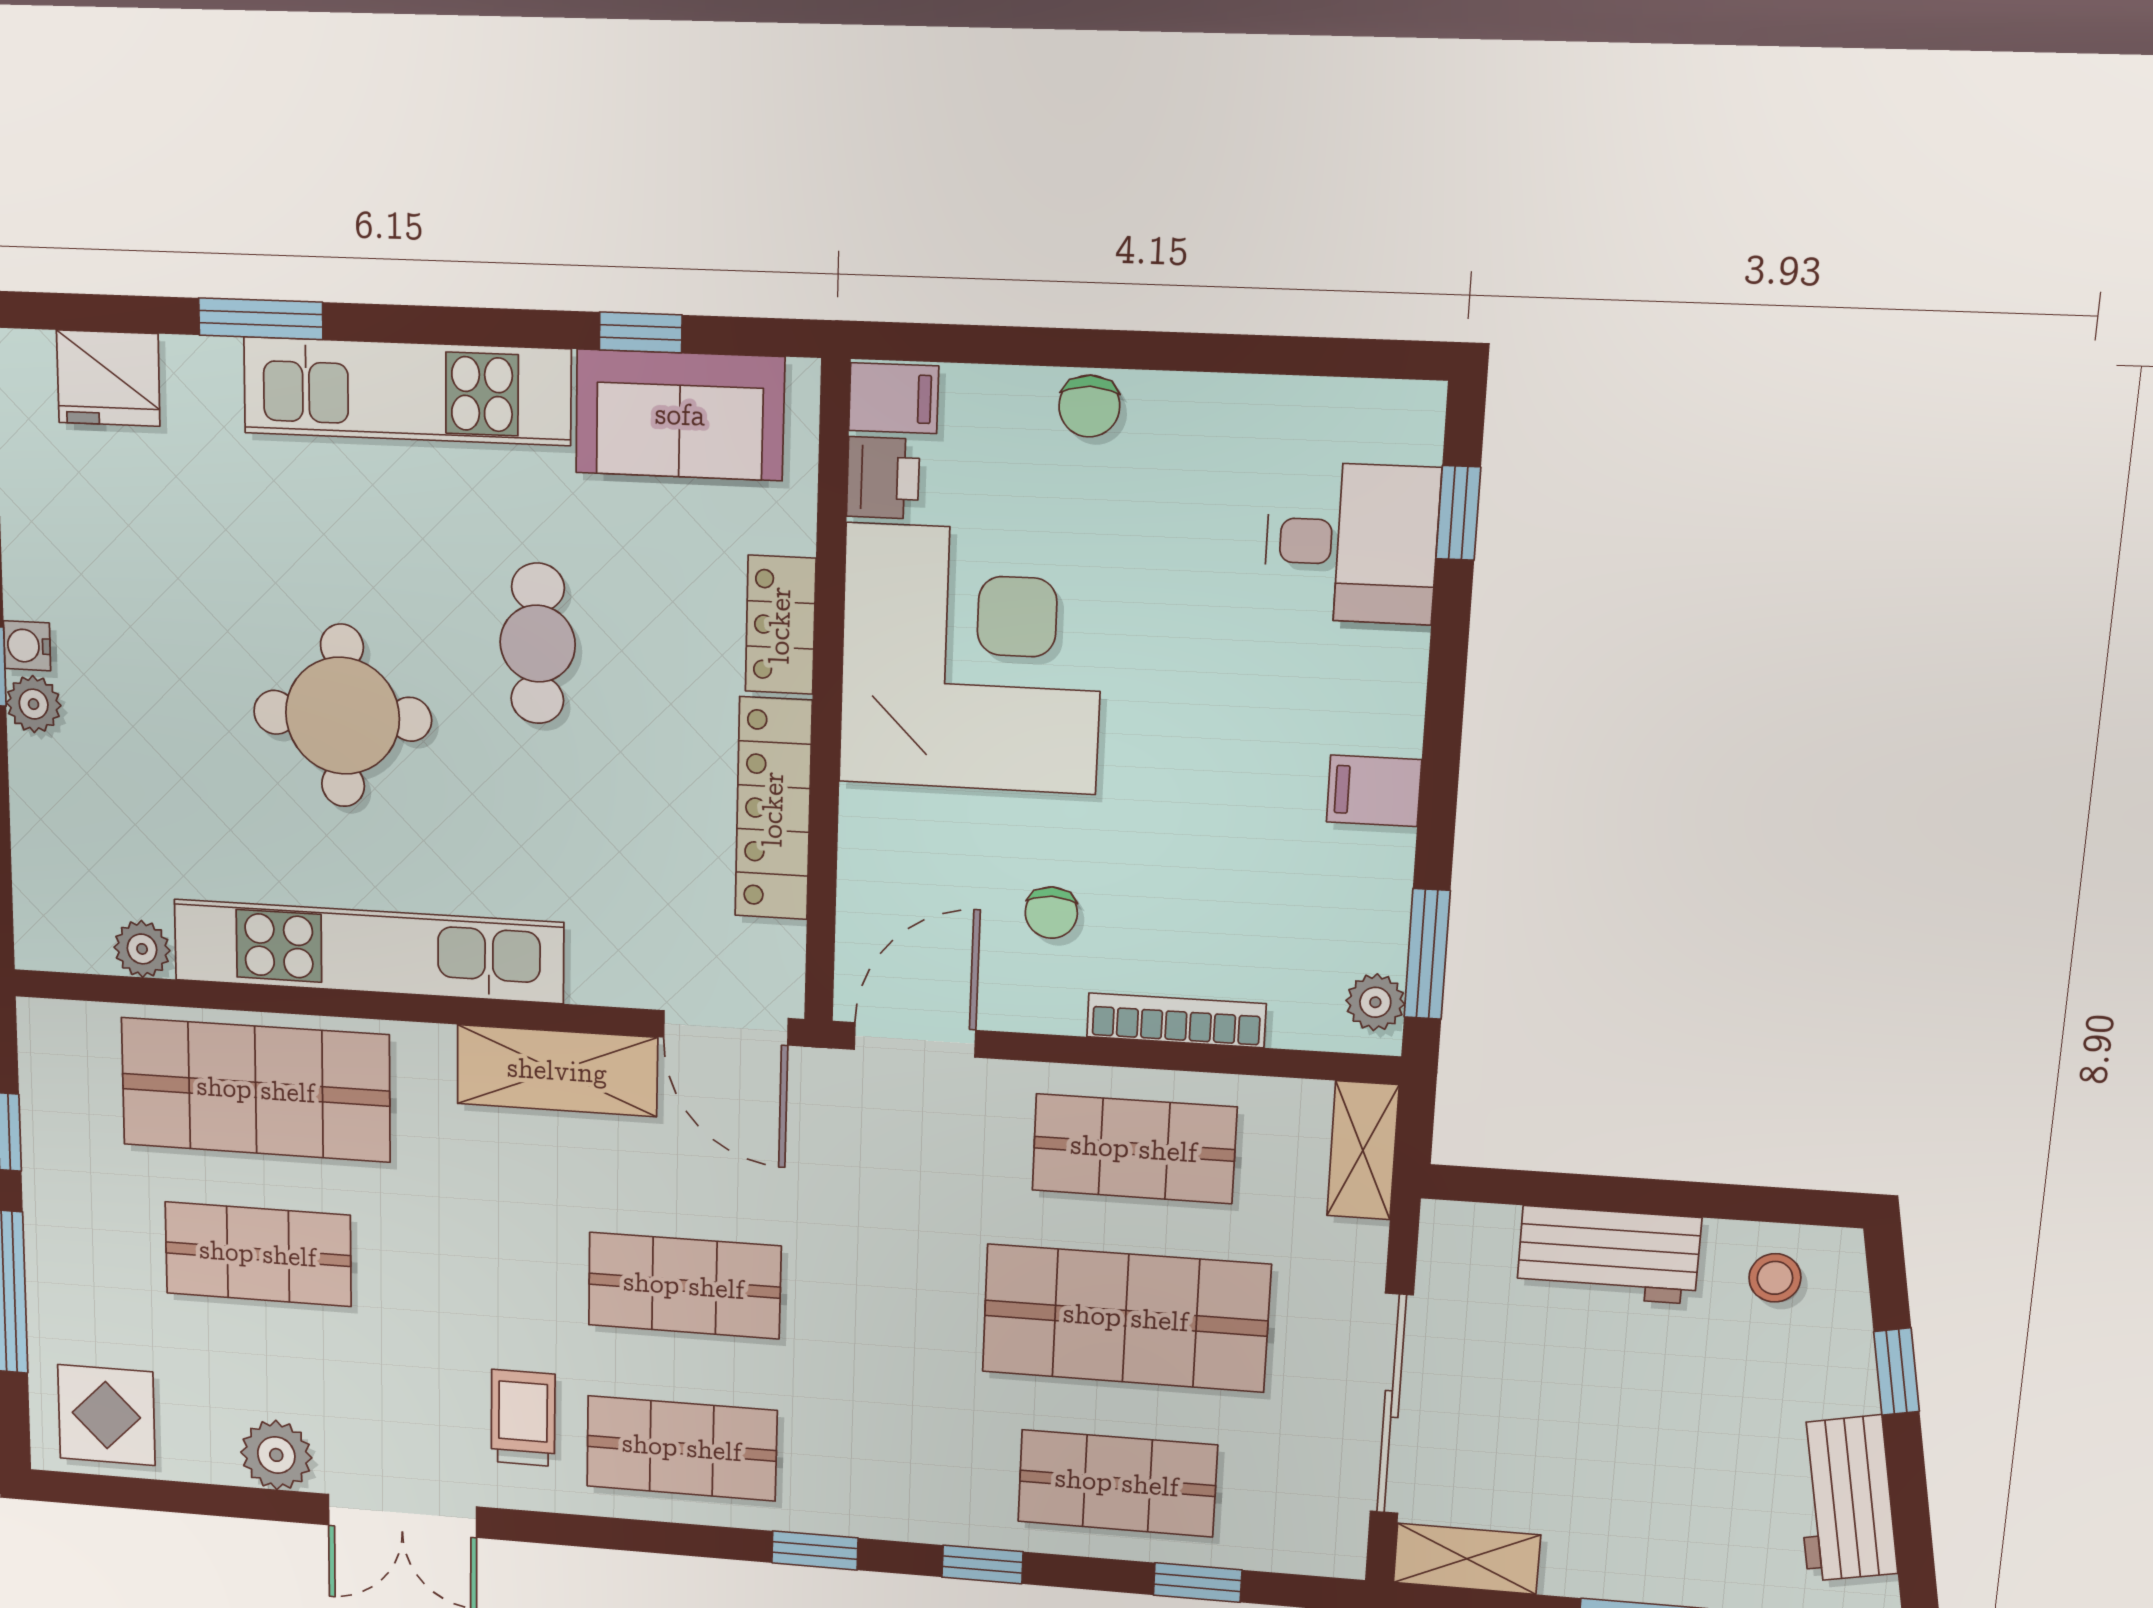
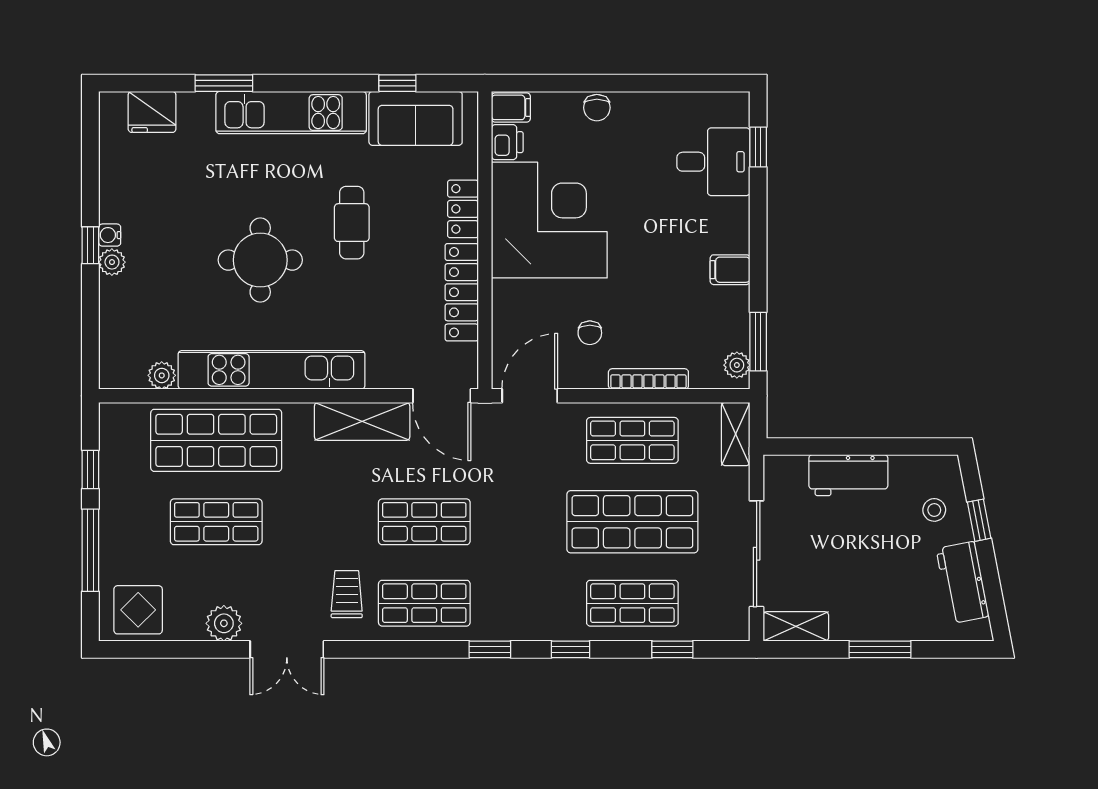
stool: (1775, 1278) -> (934, 510), moved

